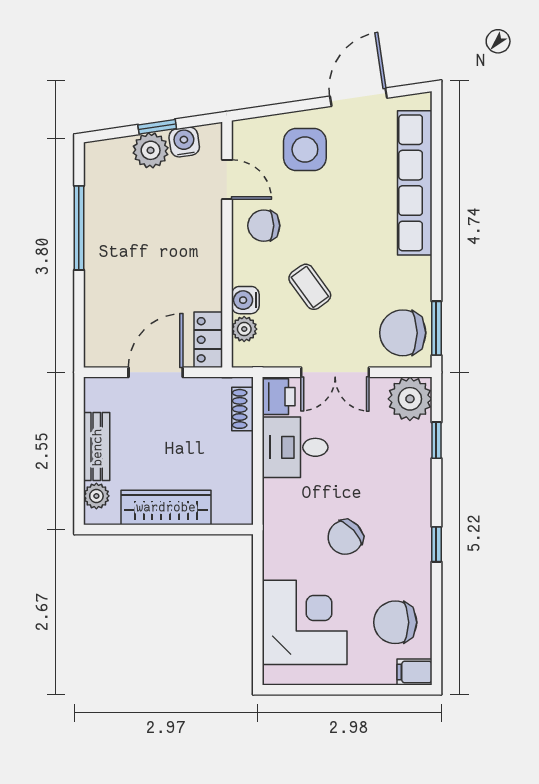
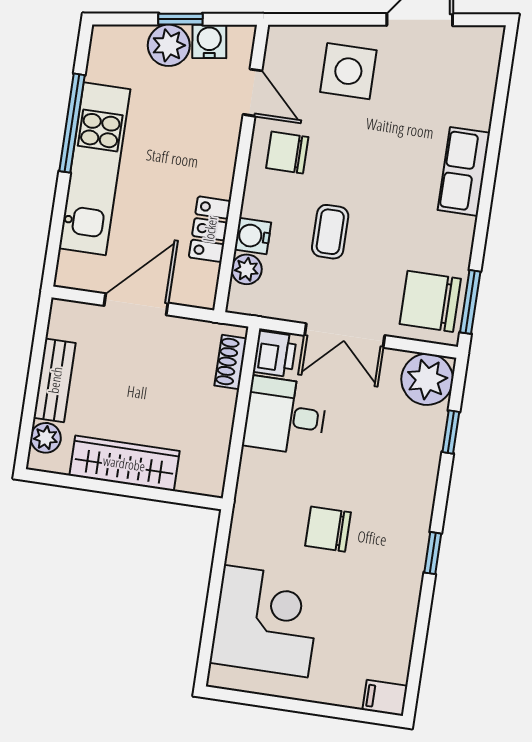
row of seats: (415, 183) -> (464, 171), width x0.50
kitchen unit: (104, 263) -> (95, 169), added
coffee table: (310, 287) -> (330, 232), turned 36
locker: (208, 340) -> (210, 229), moved
chair: (345, 537) -> (328, 529), turned 43
chair: (395, 622) -> (371, 637), removed

